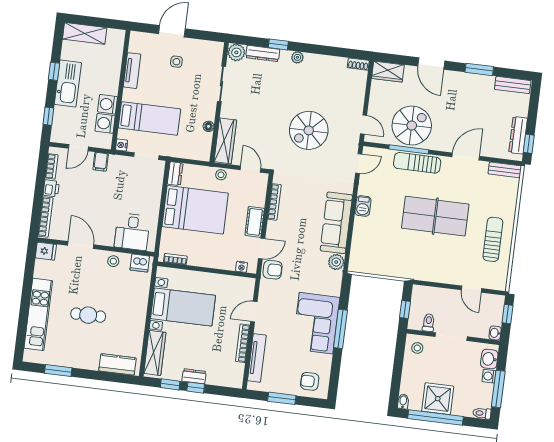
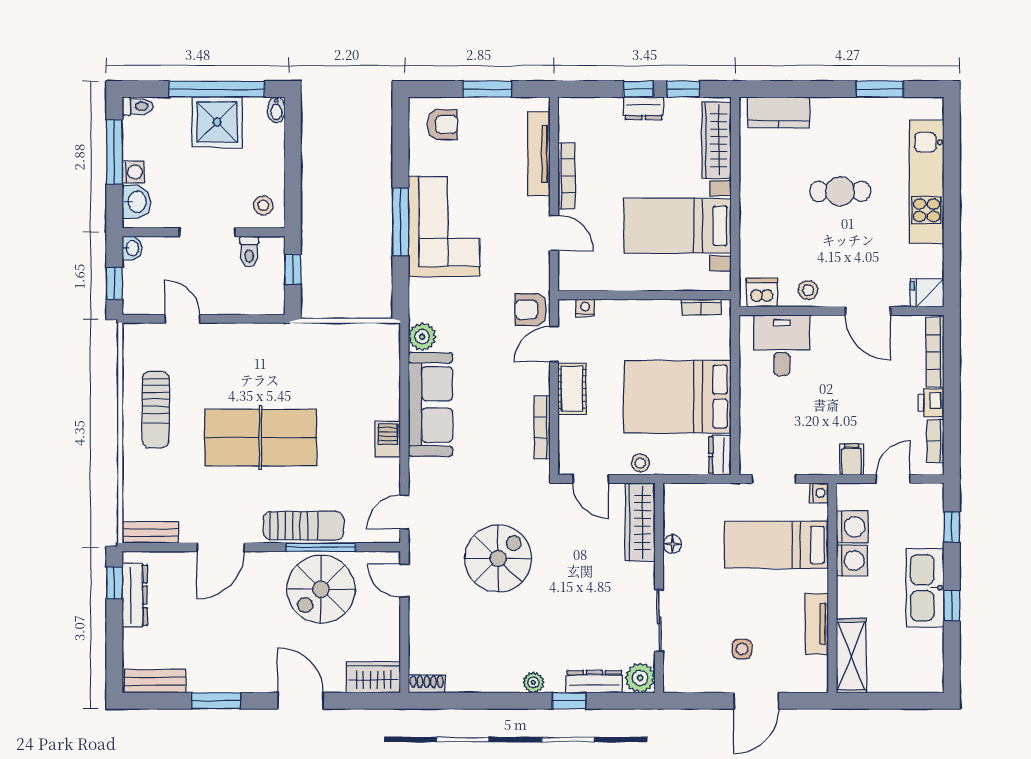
shelving: (85, 33) -> (851, 656), moved, turned 90
door: (254, 312) -> (554, 233), hinge flipped

